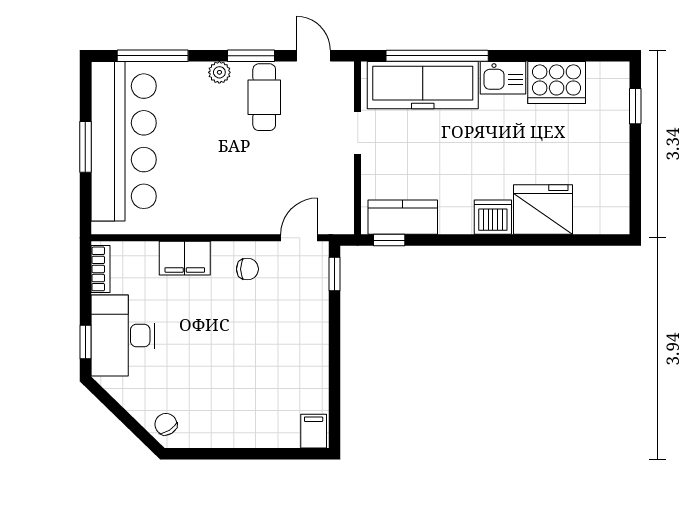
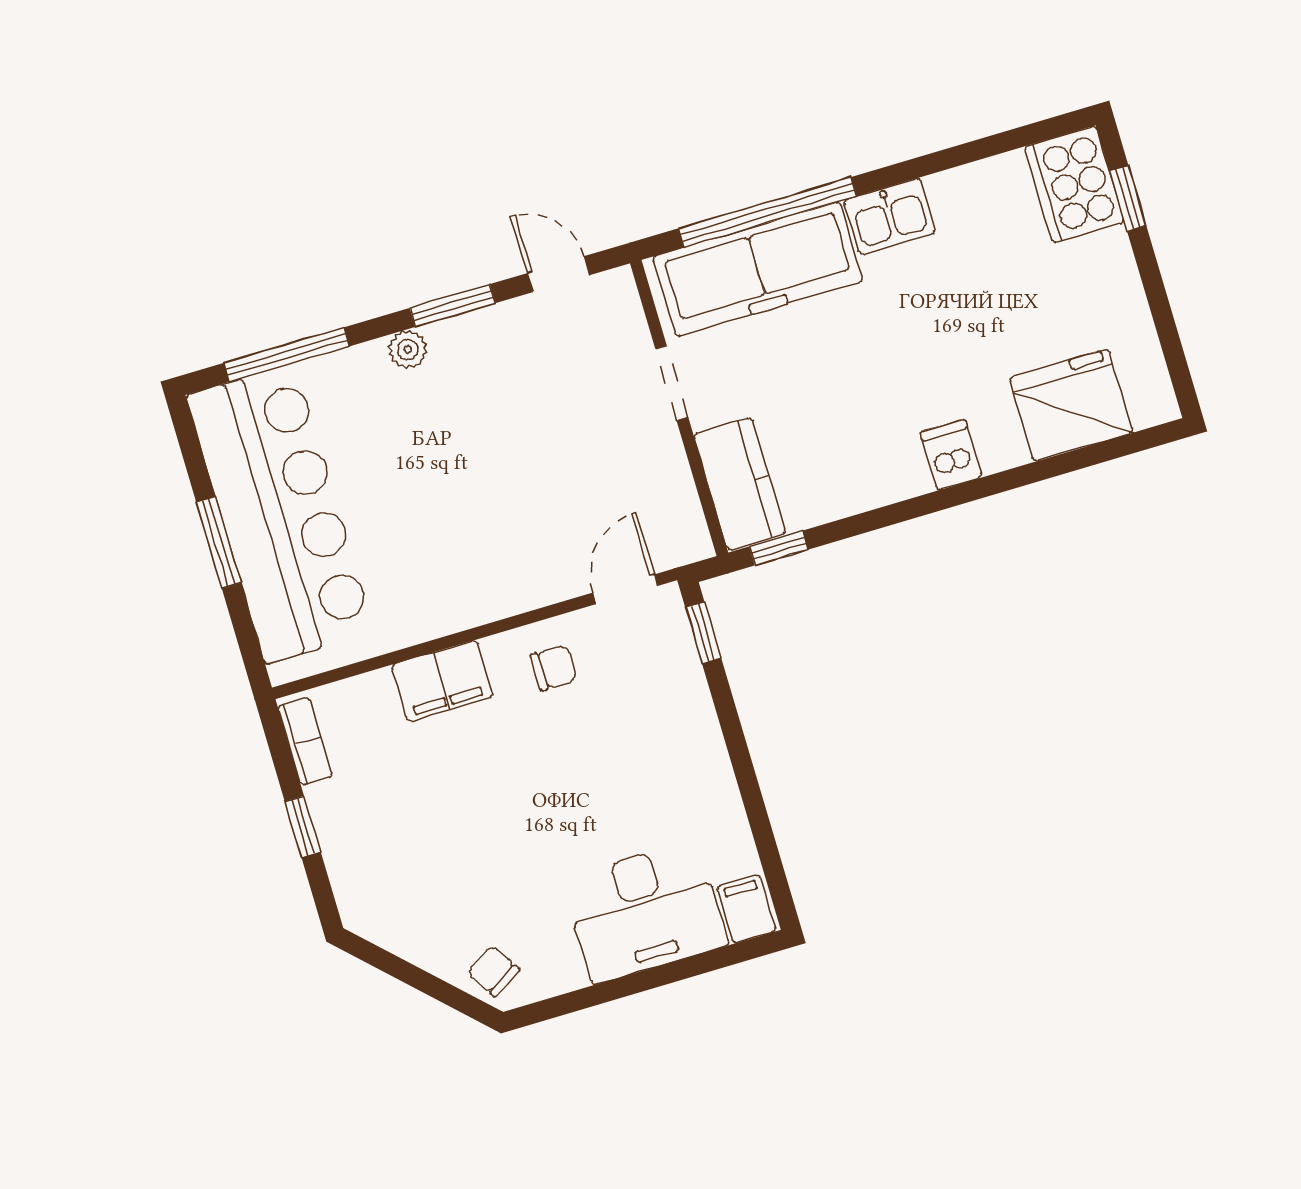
cooker: (557, 82) -> (1074, 184), moved, turned 90
cafe table: (264, 97) -> (496, 369), removed
fridge: (543, 209) -> (1071, 405), moved
kitchen counter: (403, 217) -> (739, 484), moved, turned 90
dishwasher: (493, 217) -> (951, 455), width x0.73
desk: (123, 336) -> (645, 911), moved, turned -90
window: (85, 342) -> (303, 827), moved

